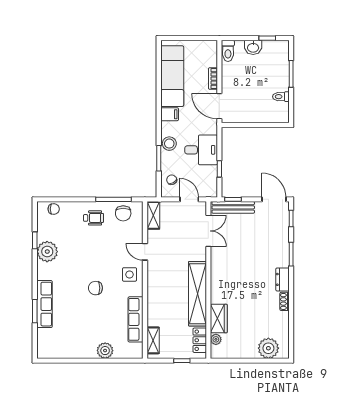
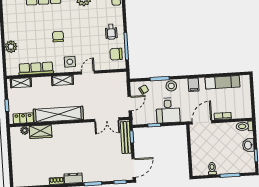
exam couch: (172, 76) -> (223, 82), width x0.73, depth x0.69
shelving: (153, 215) -> (62, 80), moved
plant: (268, 348) -> (20, 171), removed

